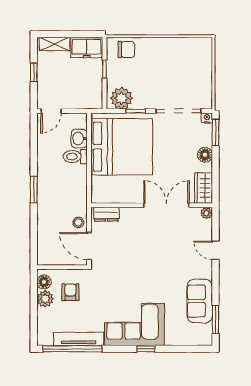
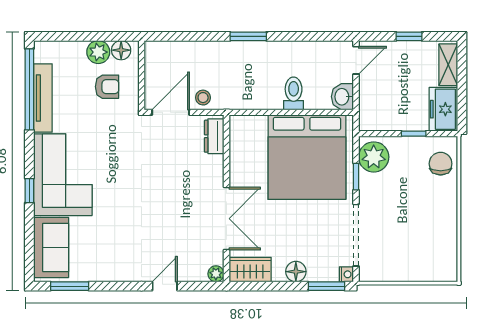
chair: (126, 50) -> (441, 164), turned 180
door: (51, 111) -> (356, 60), swing flipped
washbasin: (79, 139) -> (342, 97), moved, turned -90
sofa: (200, 301) -> (51, 247), moved, turned 90

